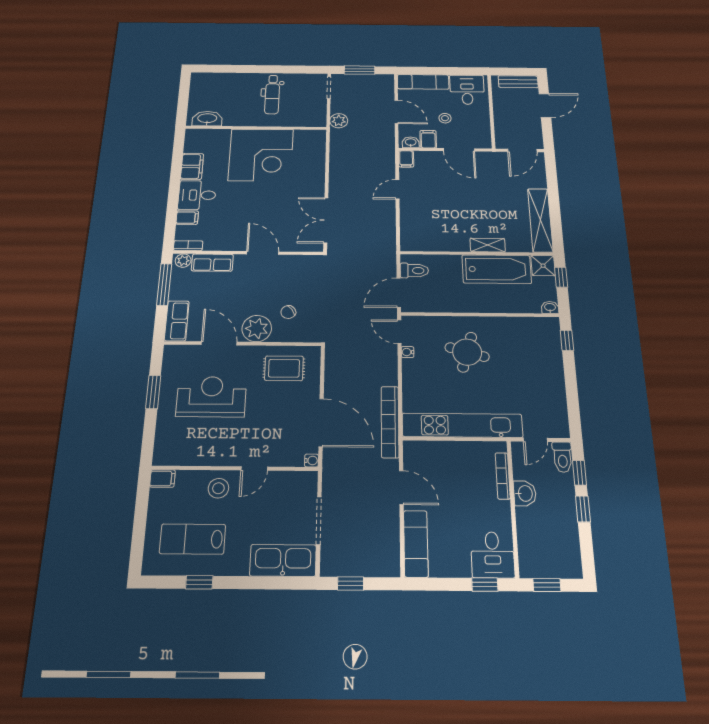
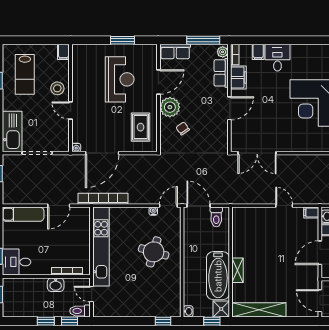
filing cabinet: (192, 166) -> (238, 77), moved, turned -90
double door: (326, 220) -> (257, 153), swing flipped
lab bench: (193, 539) -> (25, 74), turned 180

